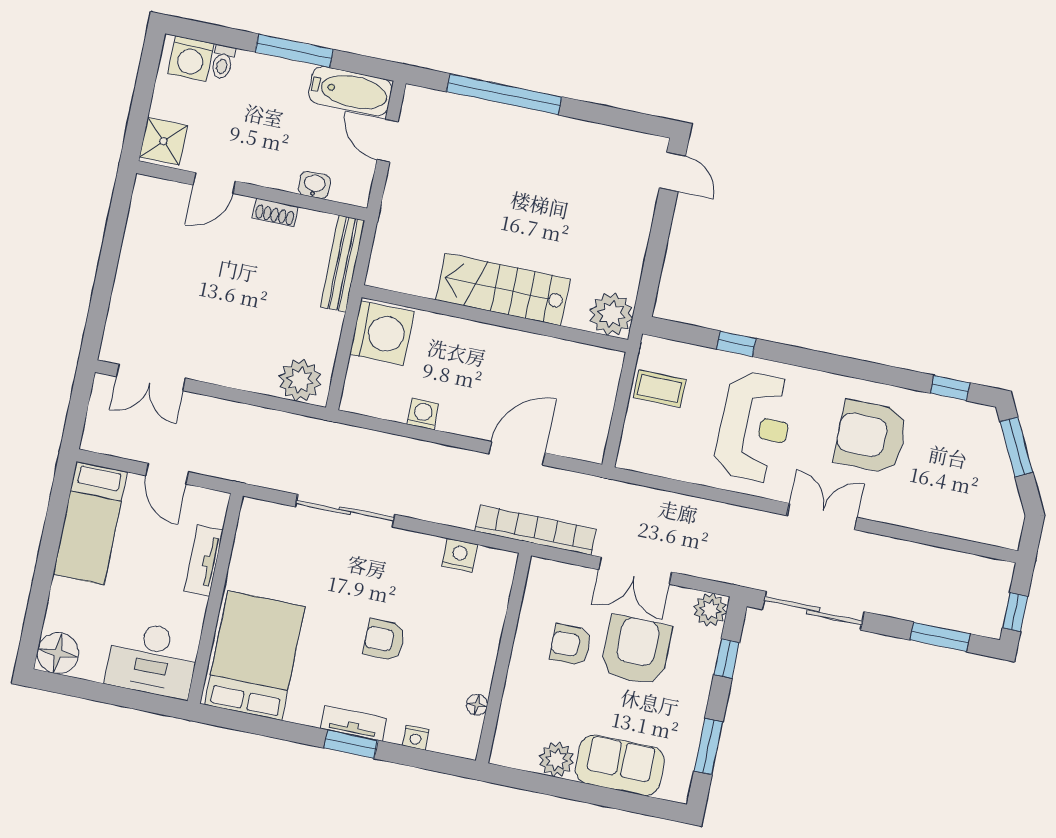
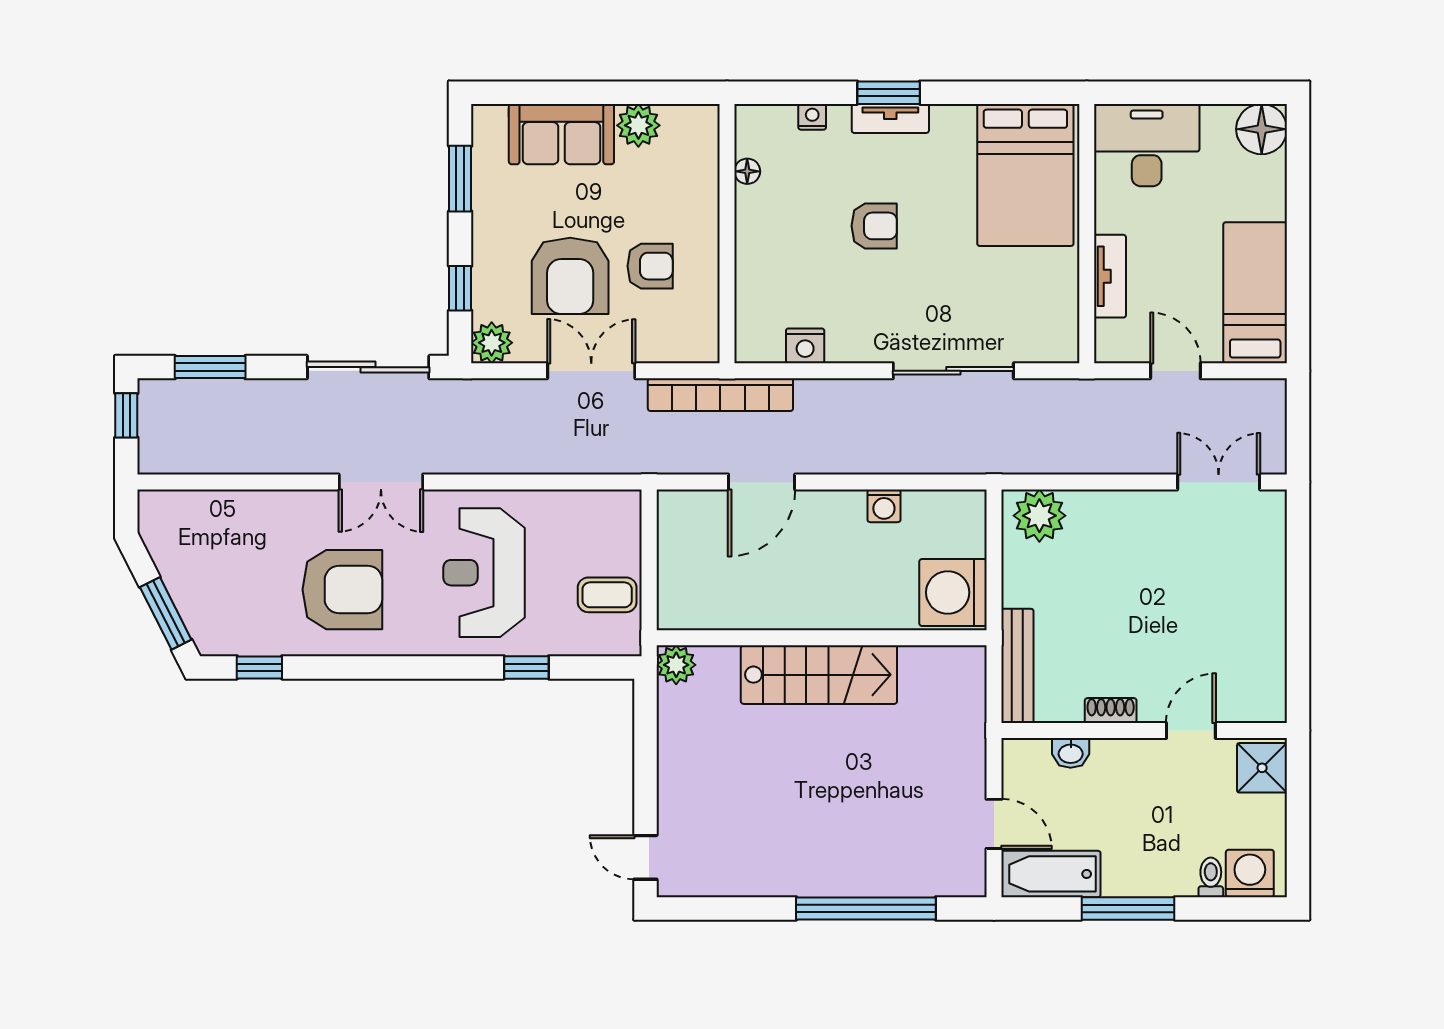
plant: (611, 314) -> (676, 665), width x0.73, depth x0.73

